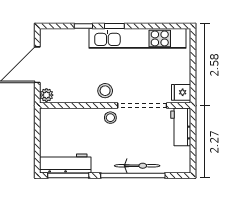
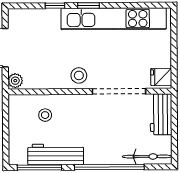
stool: (110, 118) -> (45, 115), moved
workbench: (65, 163) -> (56, 154), moved
bicycle: (137, 166) -> (147, 156), moved

